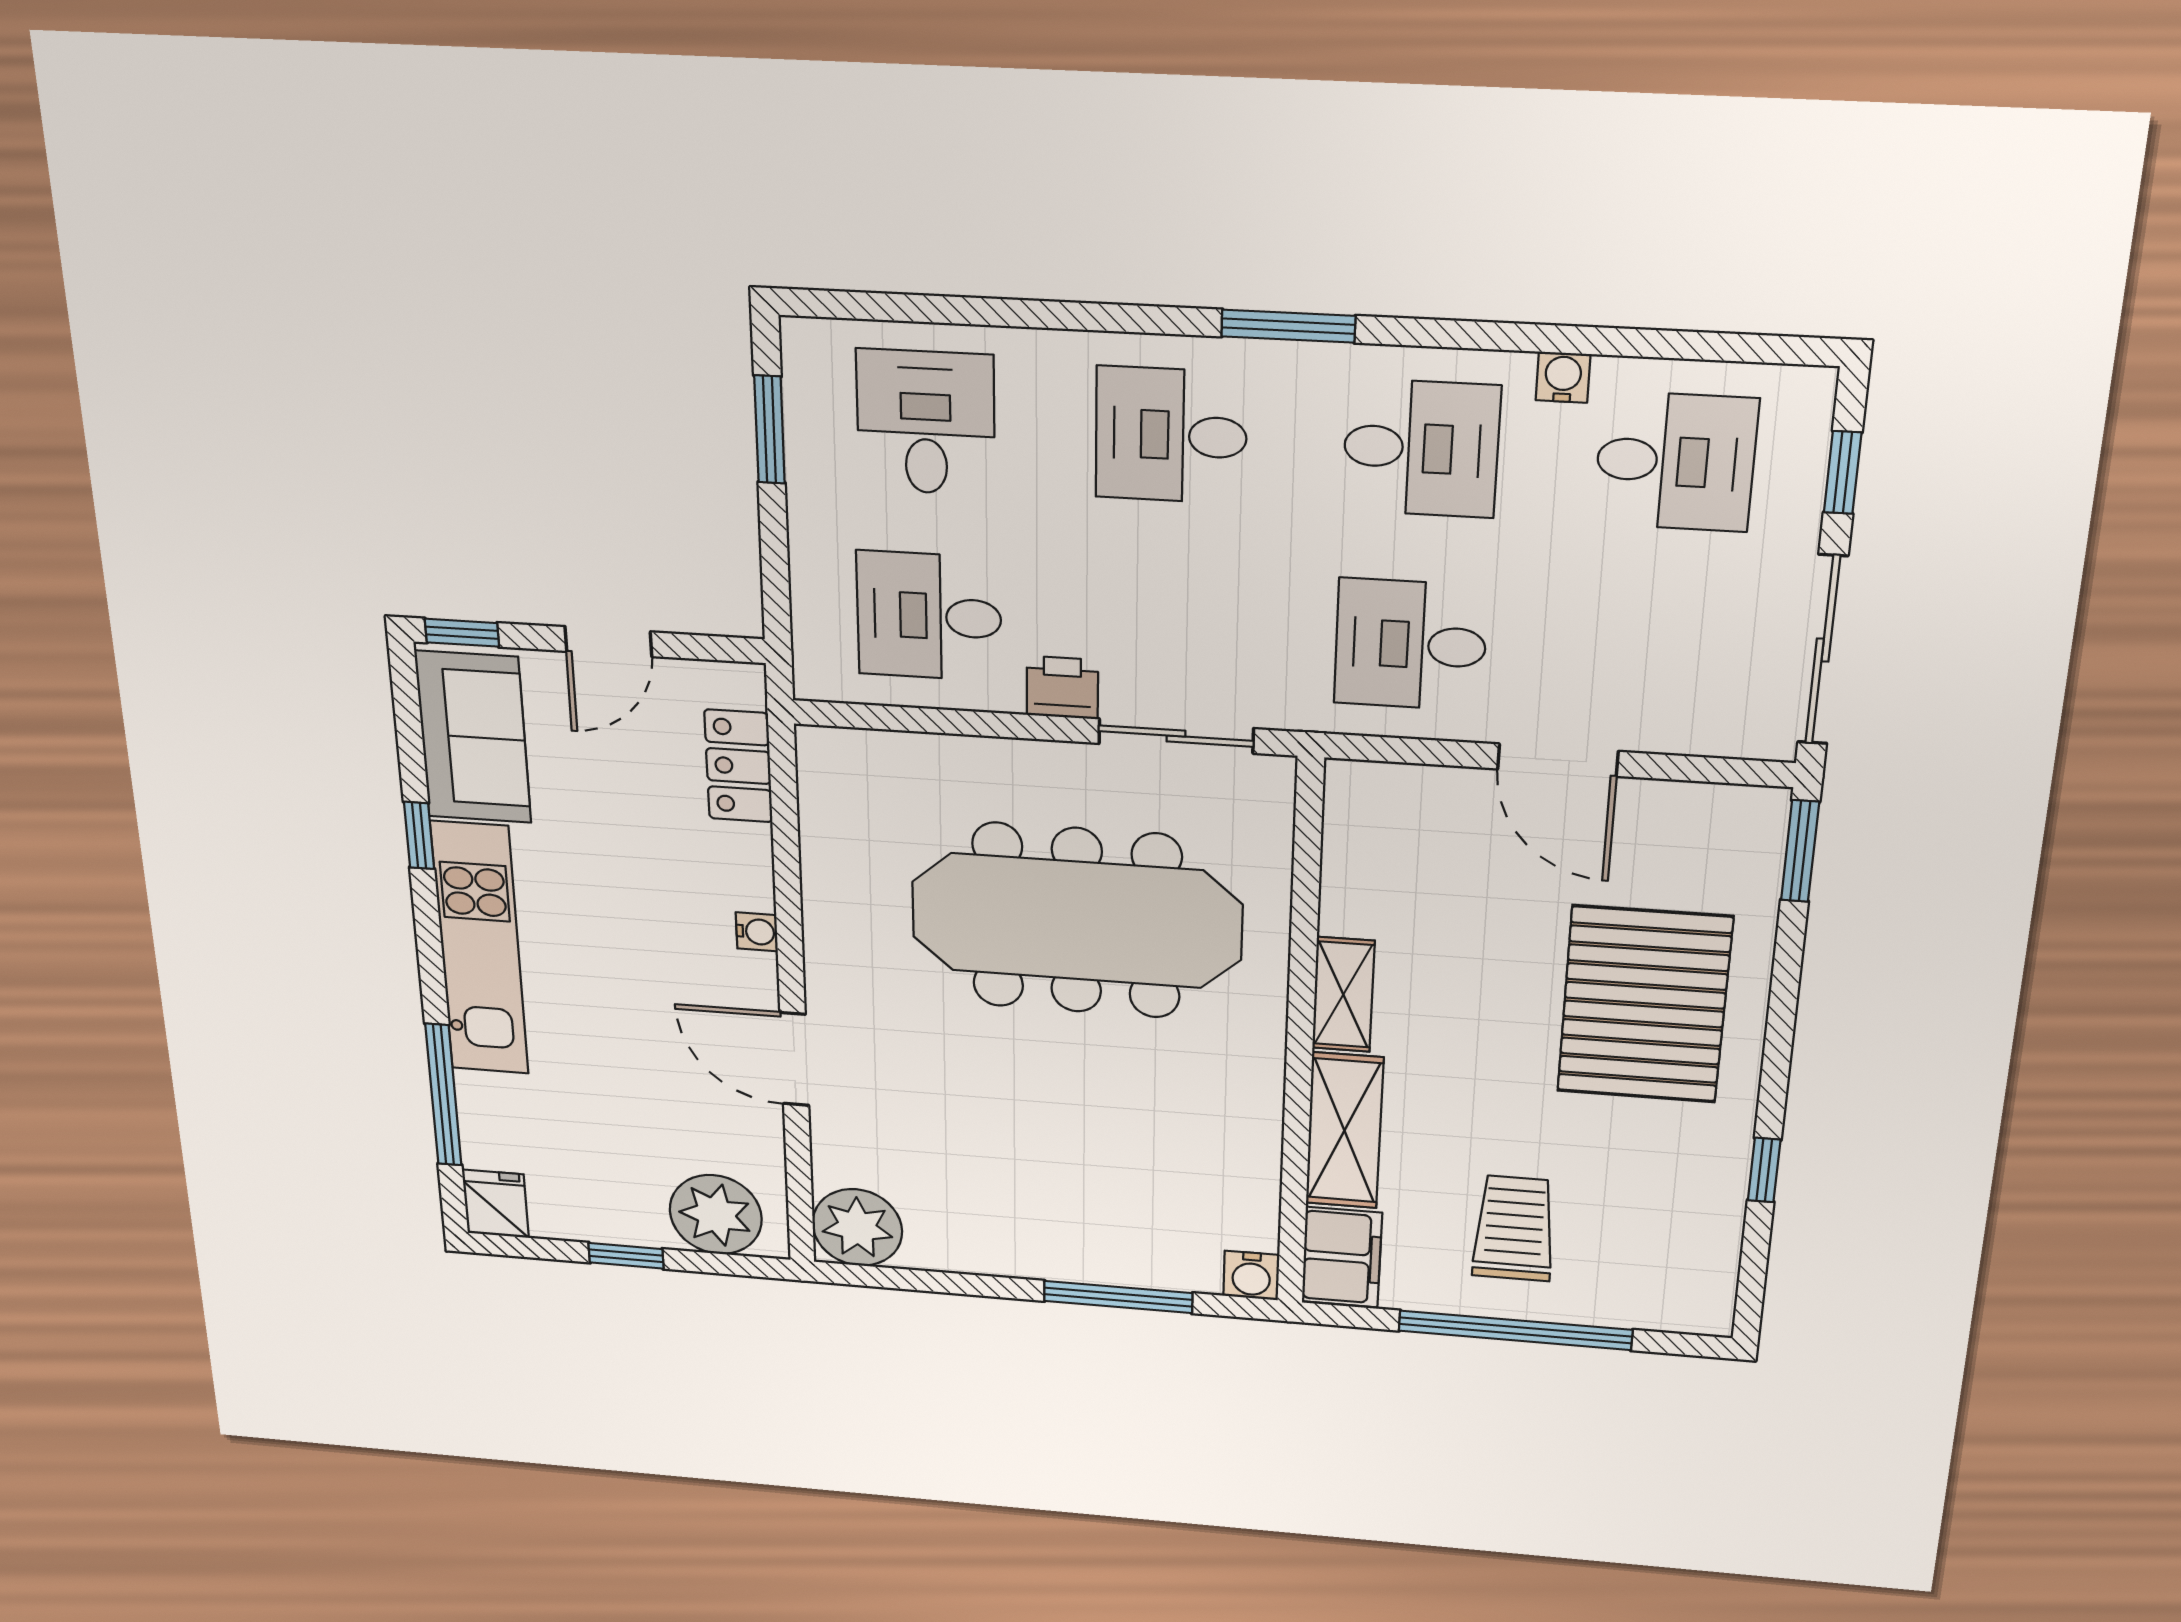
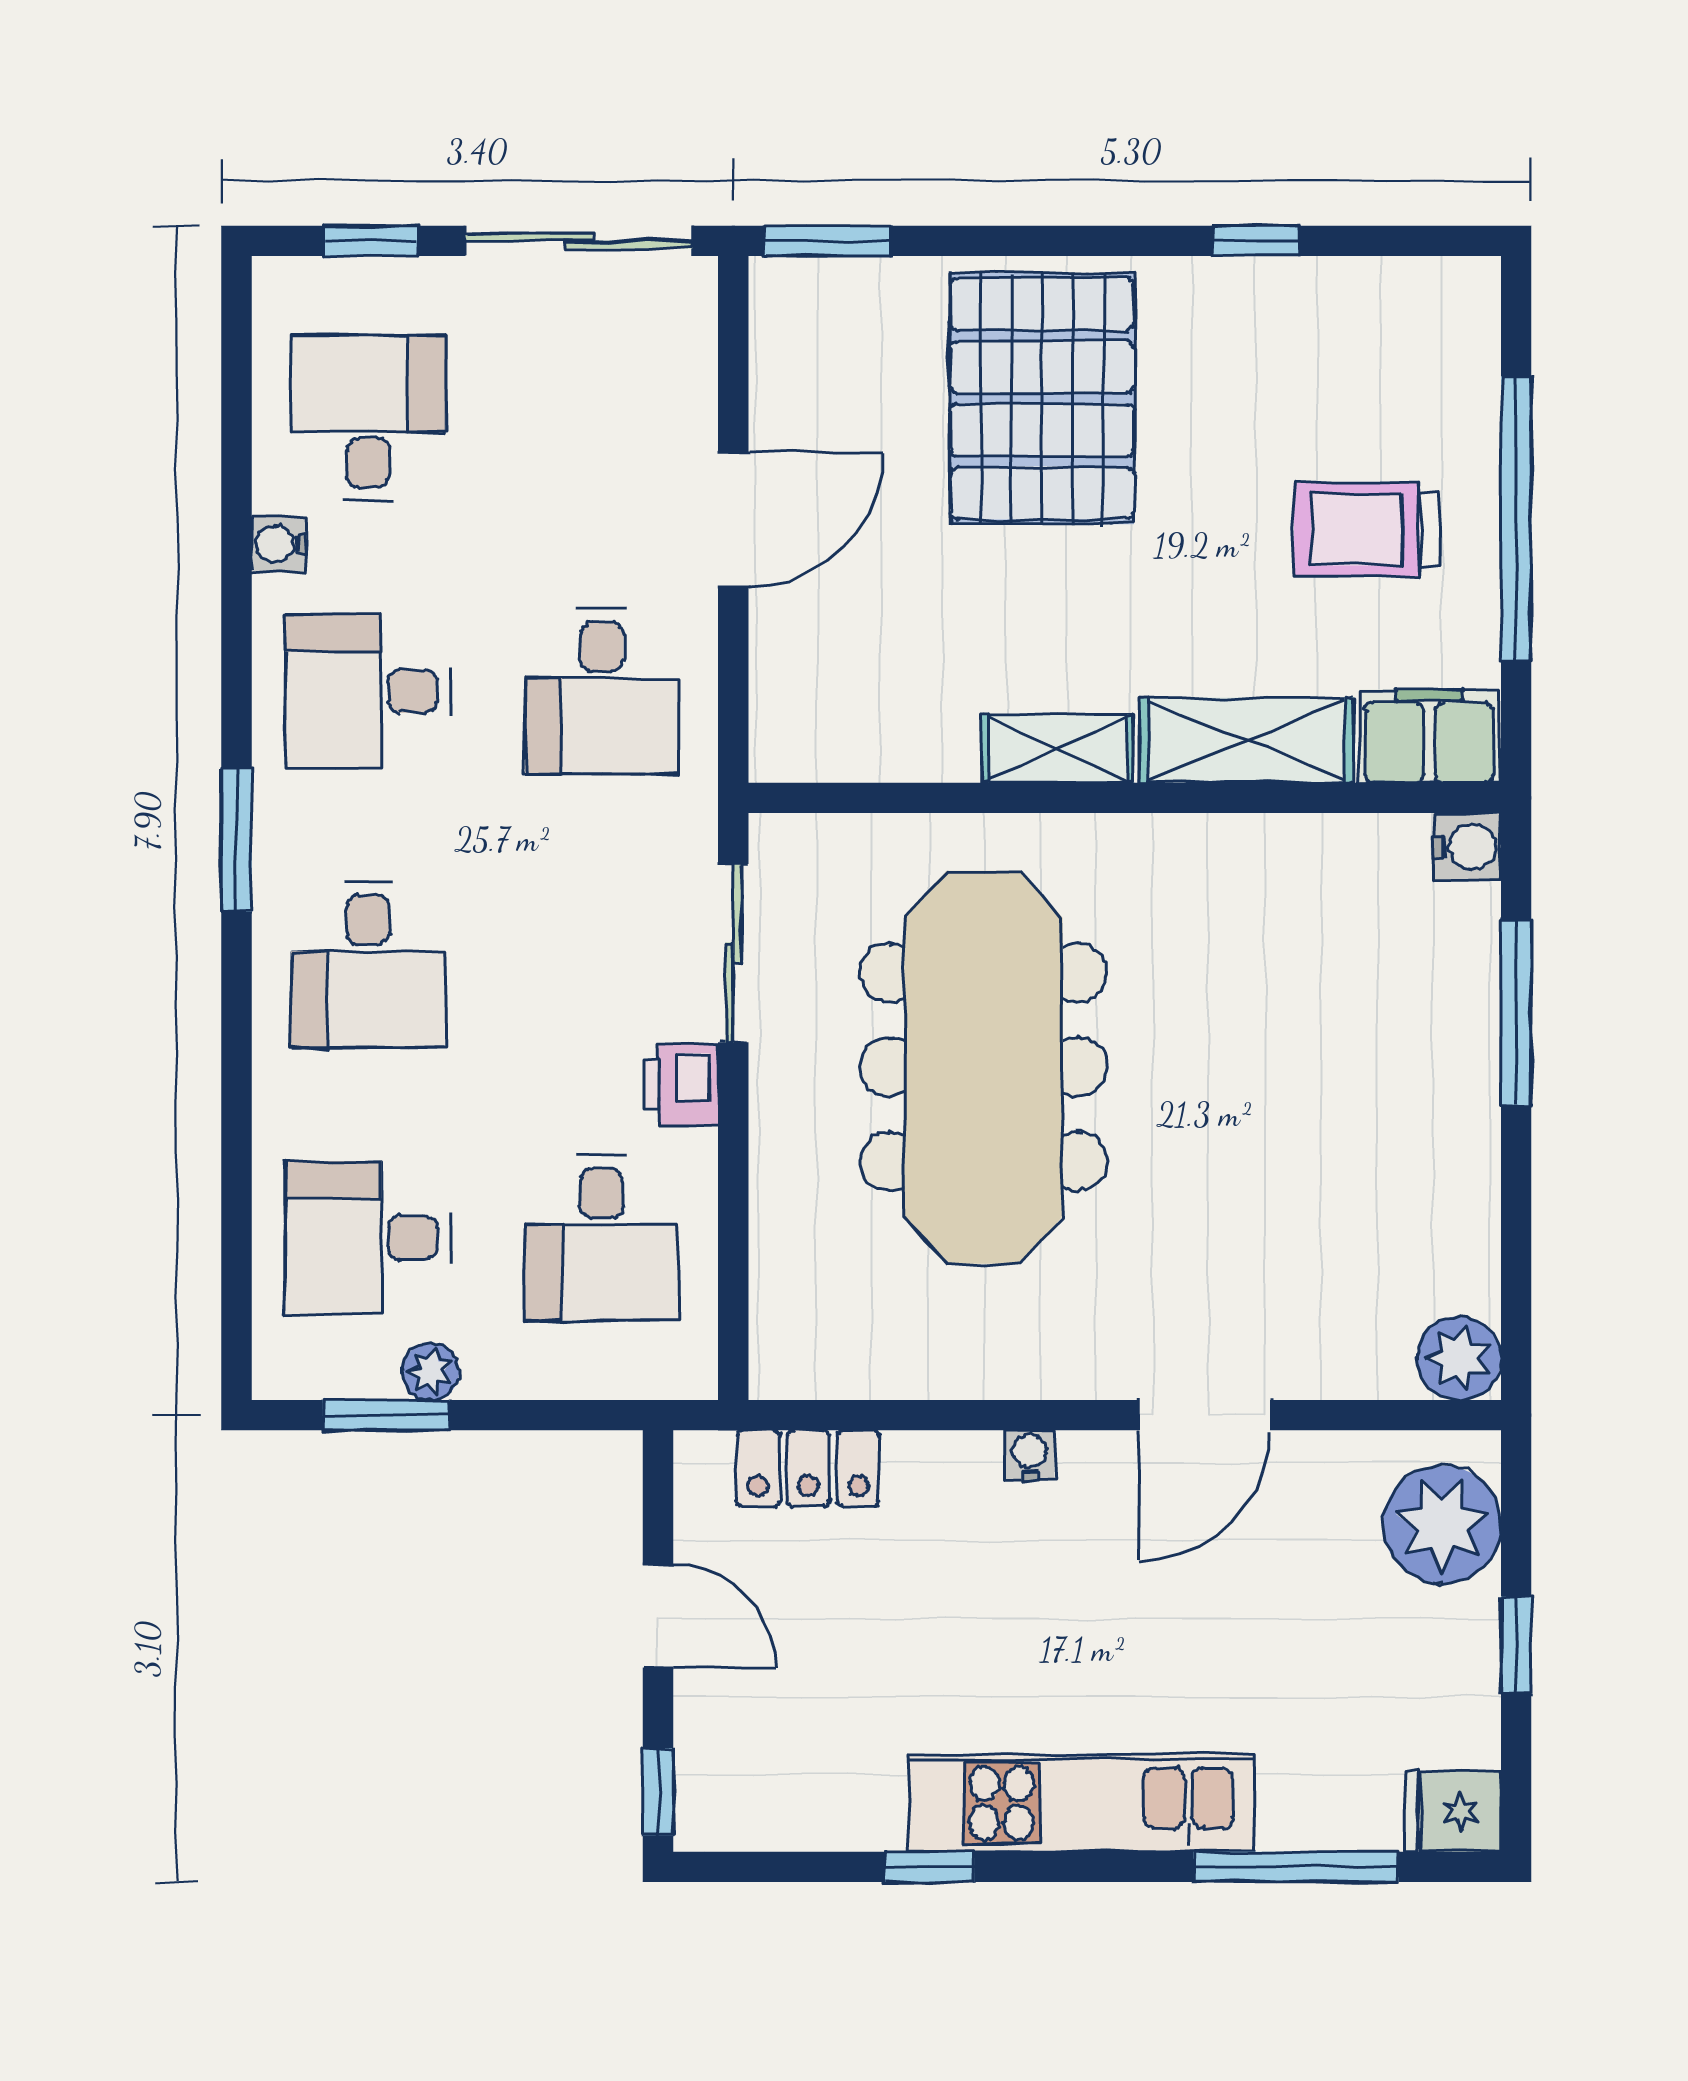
desk: (1421, 448) -> (368, 691), turned -90
plant: (809, 469) -> (431, 1372), added
sofa: (473, 737) -> (793, 1789), removed
pallet: (1644, 1005) -> (1042, 399), turned 90
plant: (857, 1228) -> (1459, 1358), width x0.73, depth x0.73

